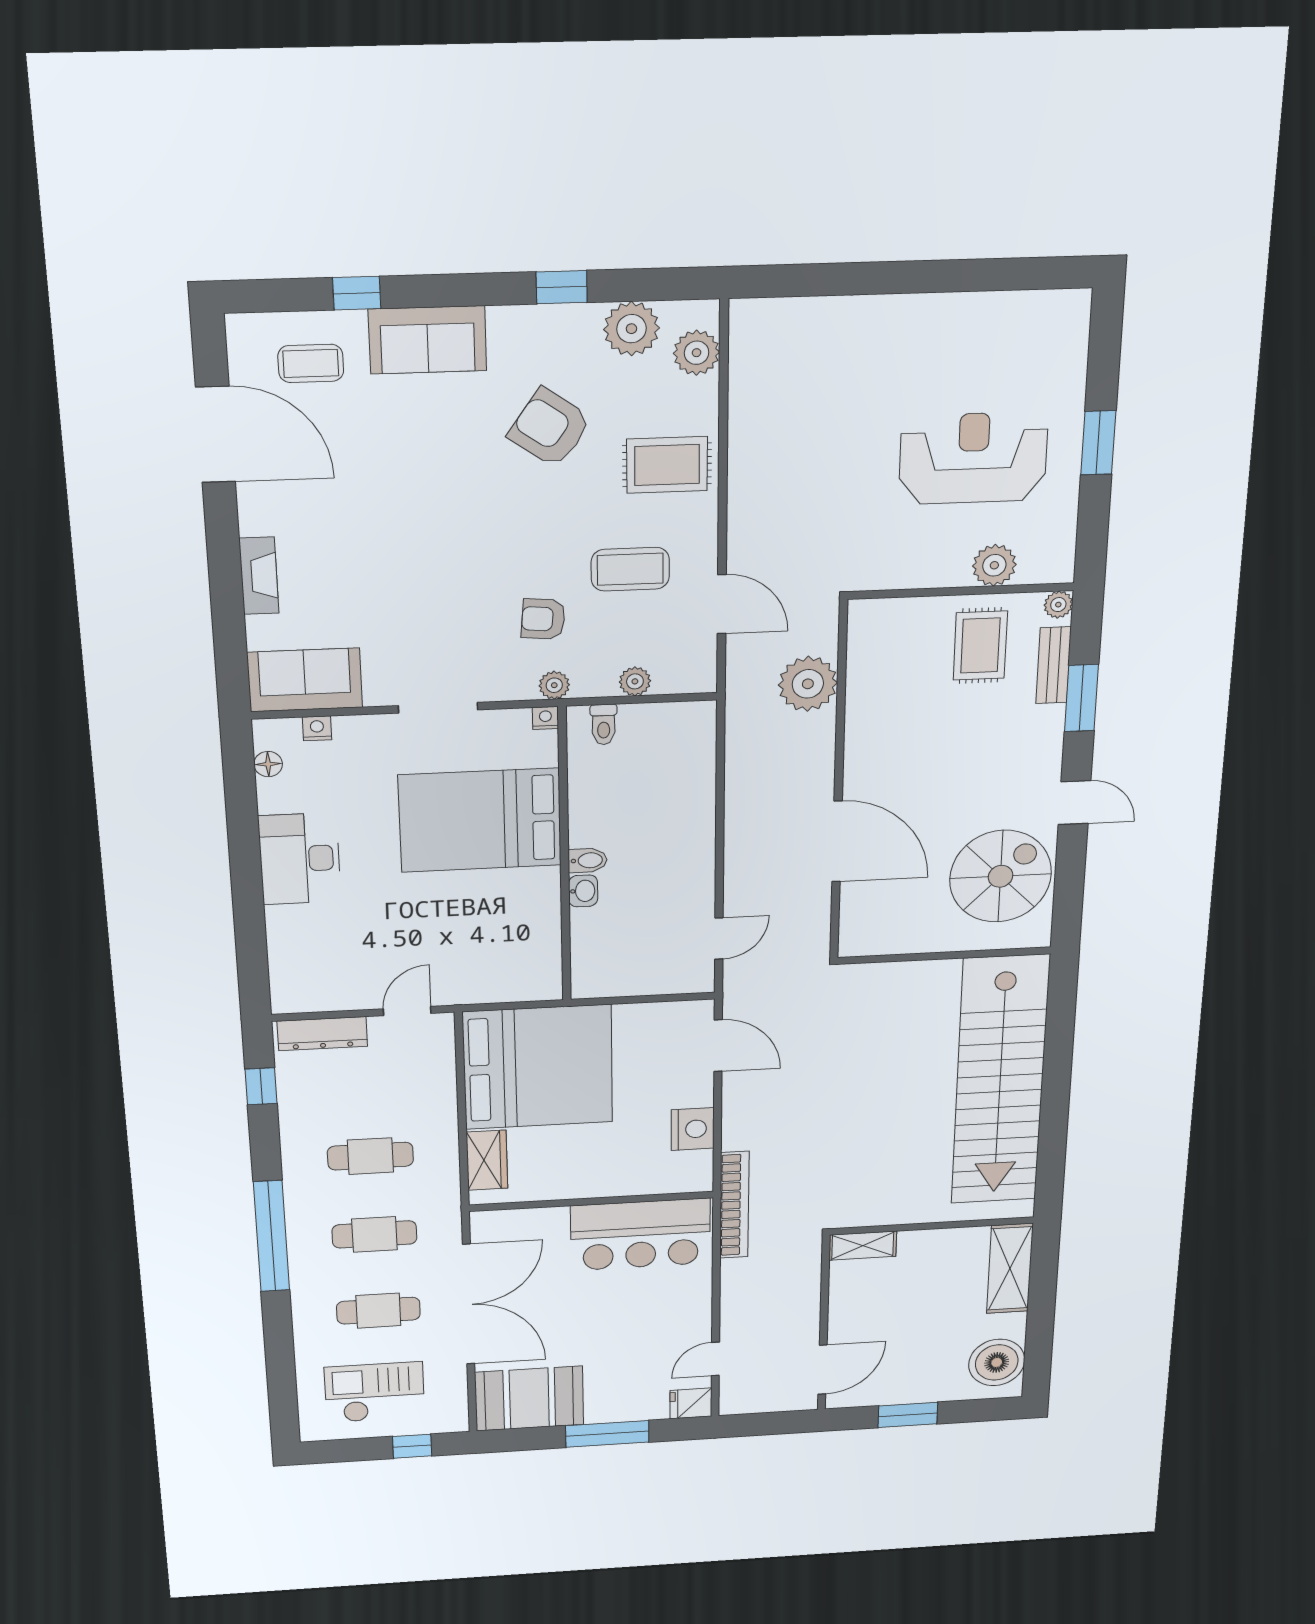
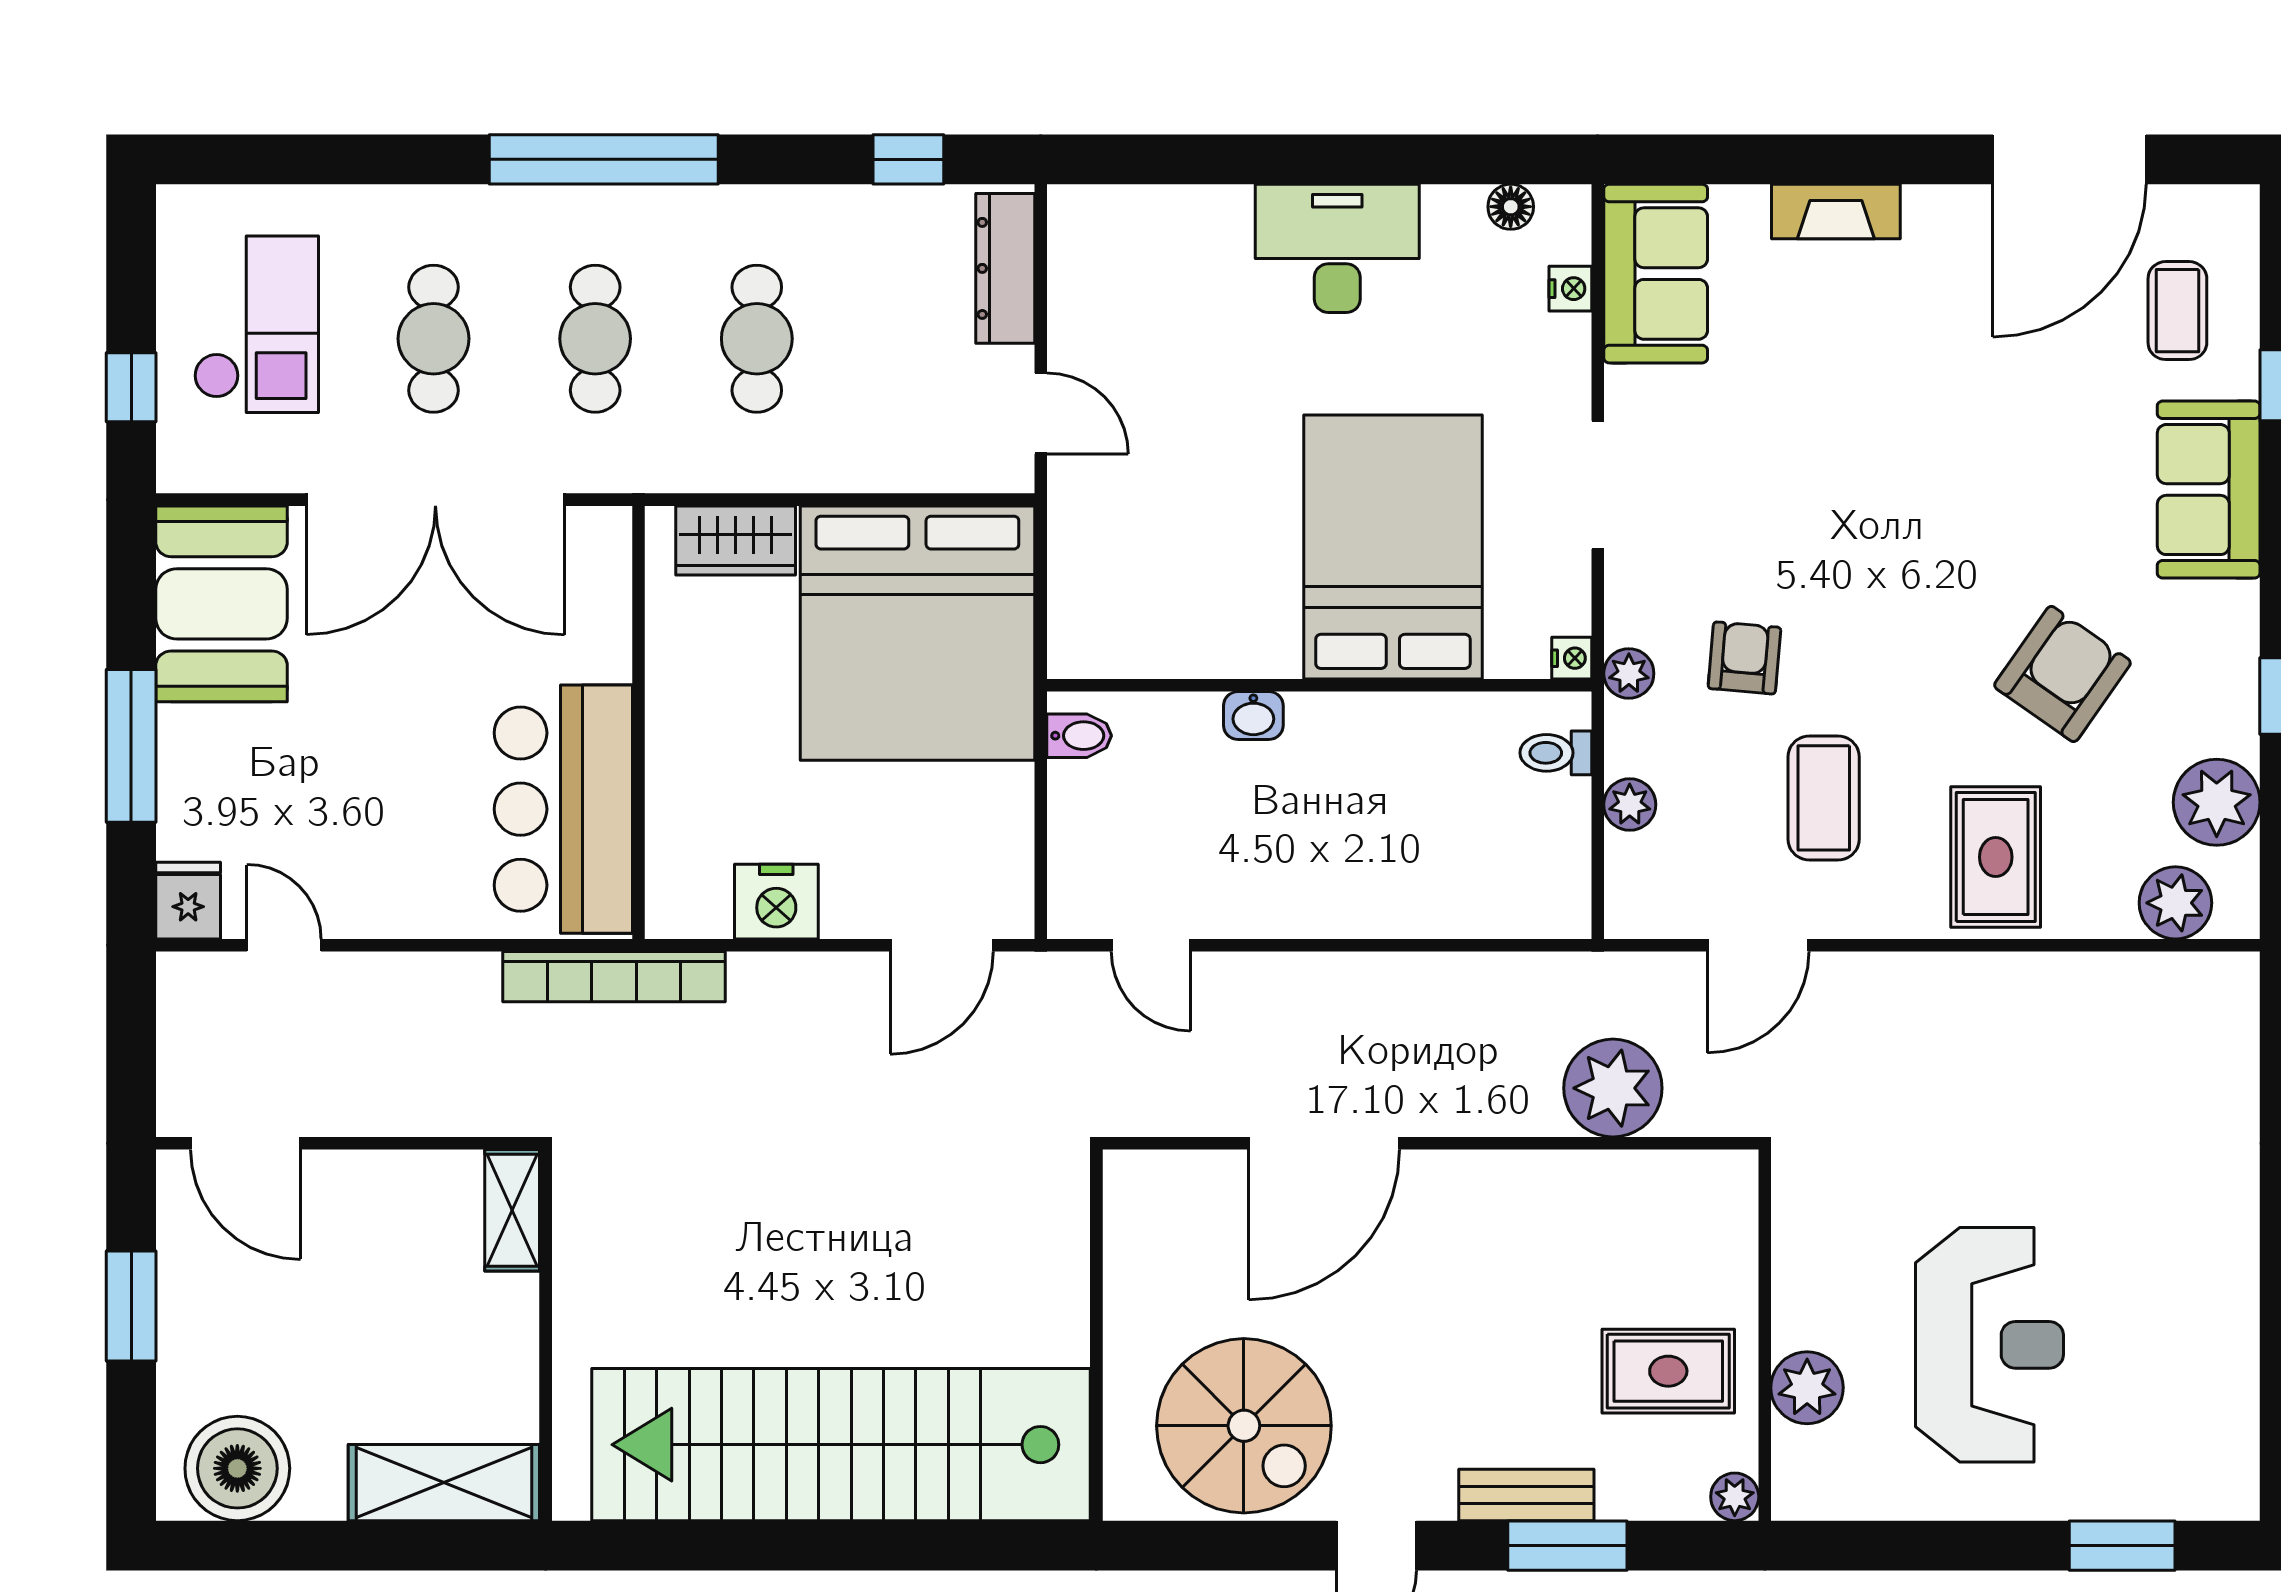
window: (1098, 443) -> (2122, 1546), moved
bench: (1053, 665) -> (1526, 1495), moved
bidet: (588, 860) -> (1079, 736), moved, turned -90

